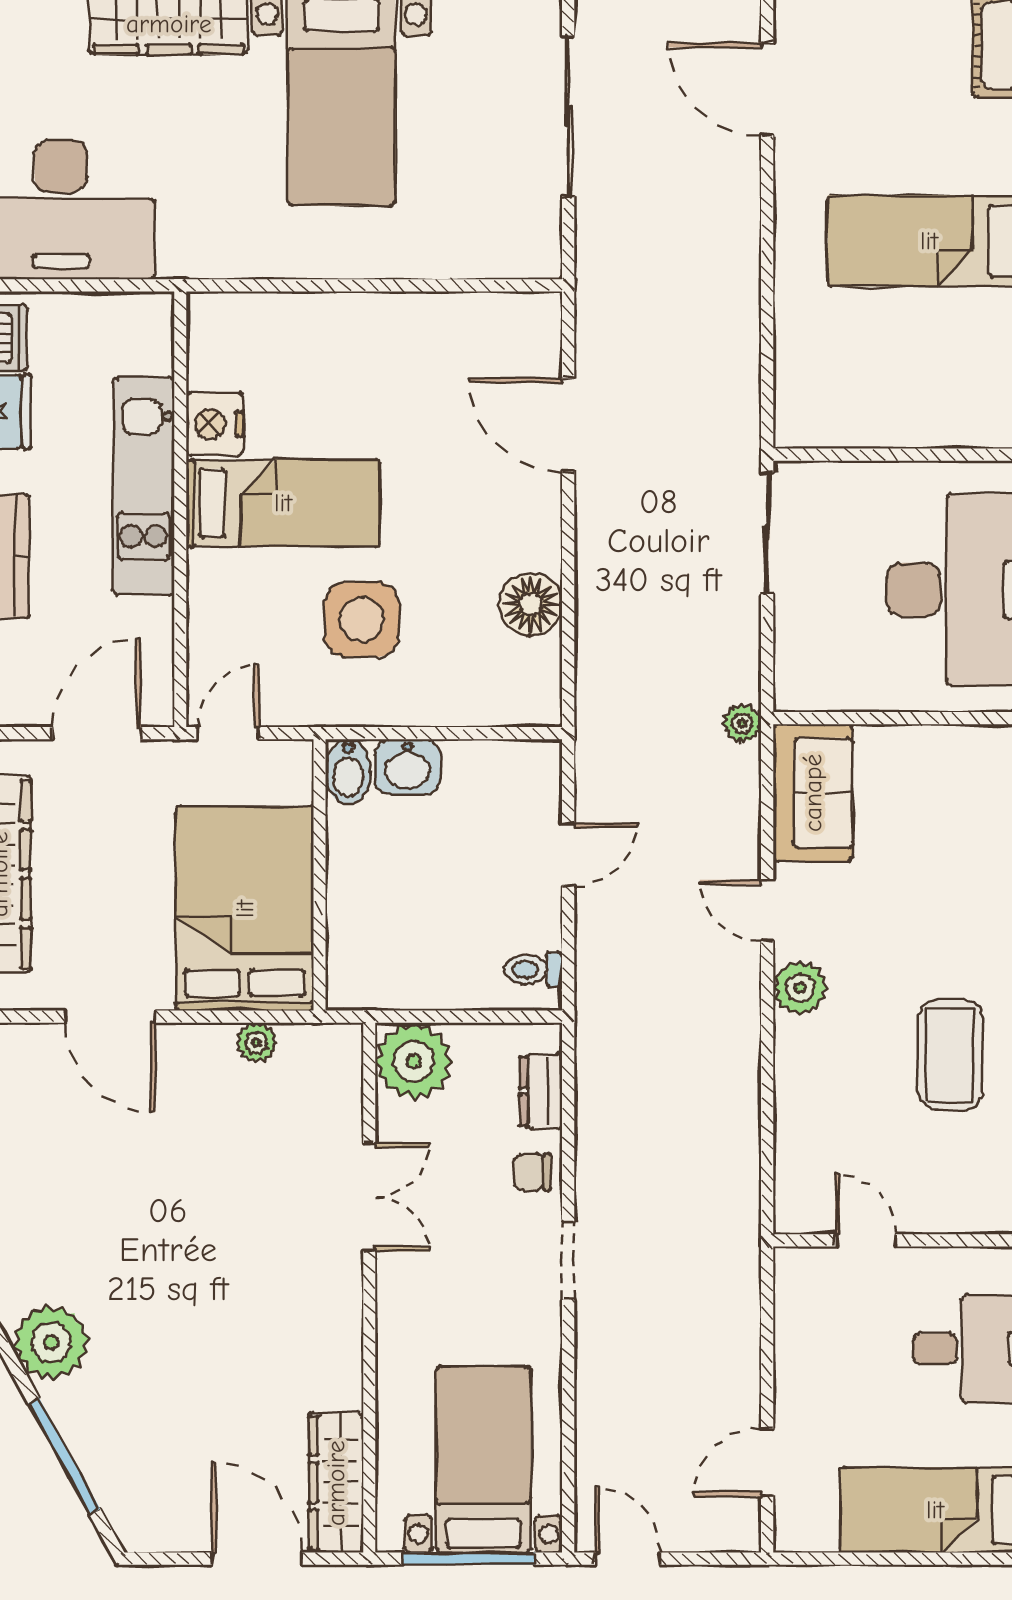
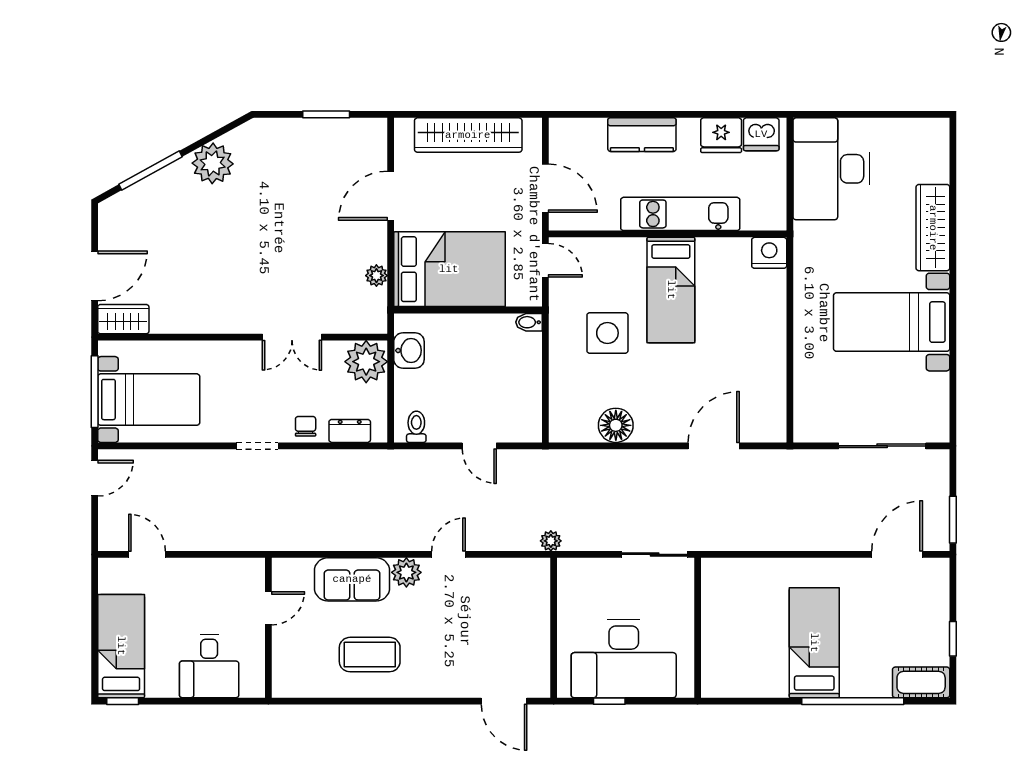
nightstand: (215, 424) -> (769, 253), moved
washbasin: (408, 767) -> (409, 350), moved, turned 180
bidet: (348, 772) -> (529, 322), width x0.72, depth x0.74
sofa: (813, 793) -> (352, 579), moved
wardrobe: (336, 1483) -> (123, 319), width x0.67

